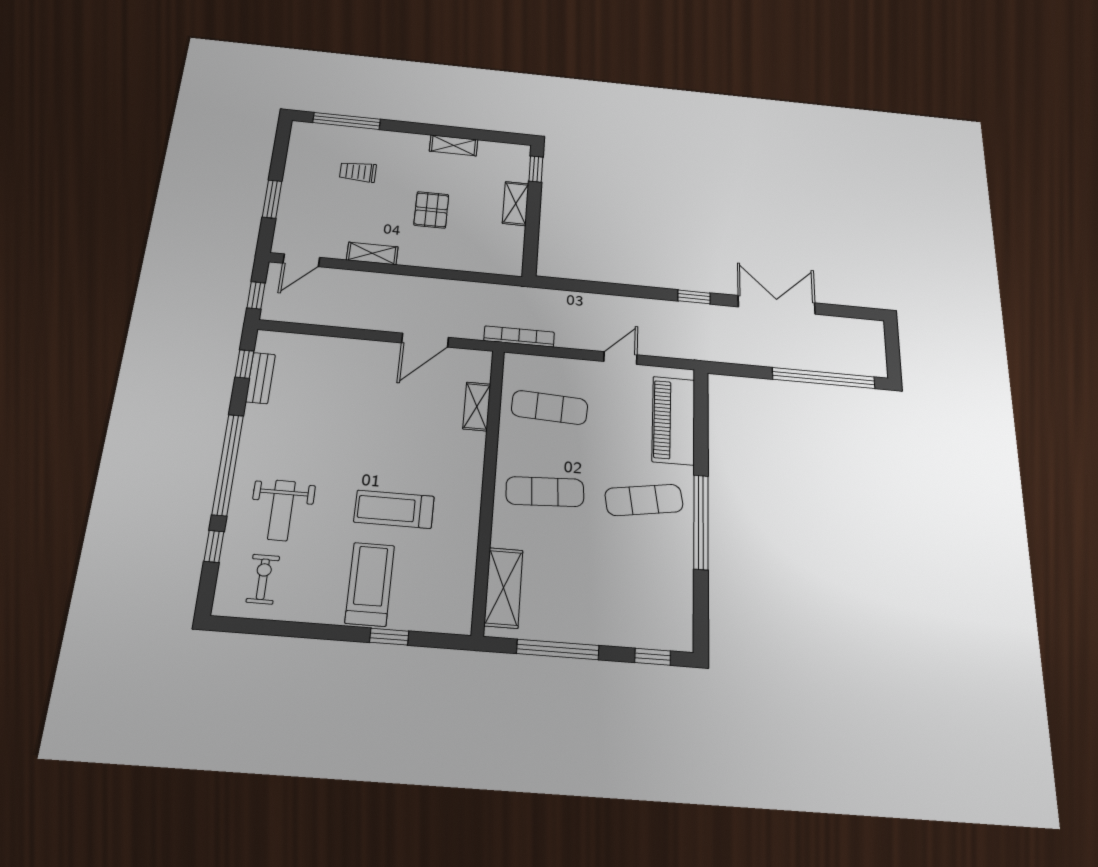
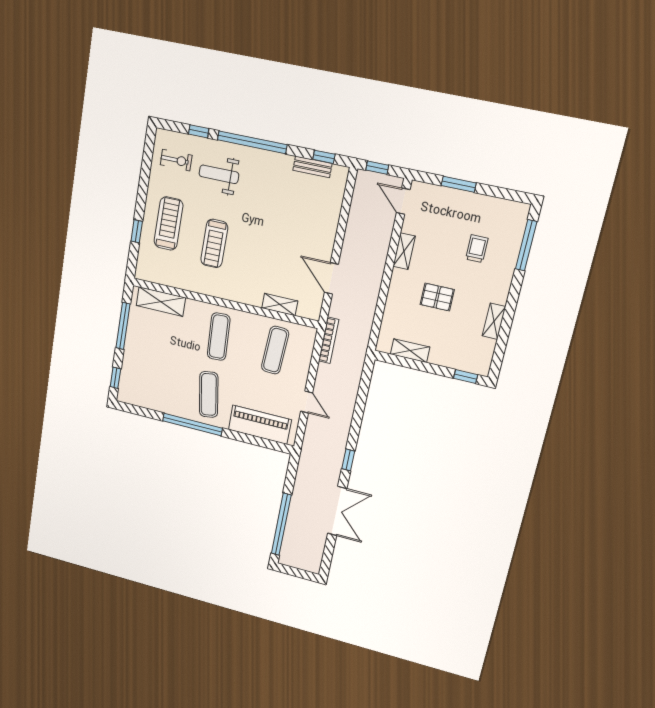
shelving: (516, 204) -> (410, 351), moved
treadmill: (394, 509) -> (214, 243), turned 180
treadmill: (370, 584) -> (169, 224), turned -90

